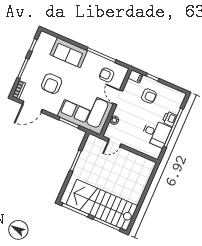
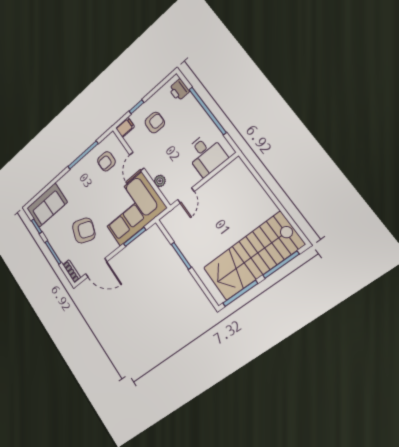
sofa: (69, 53) -> (47, 205), moved
armchair: (52, 84) -> (84, 231), turned -70
door: (118, 97) -> (137, 161), hinge flipped
door: (32, 107) -> (96, 268), hinge flipped
printer: (170, 119) -> (179, 90), moved
desk: (156, 133) -> (206, 155), moved, turned 90

